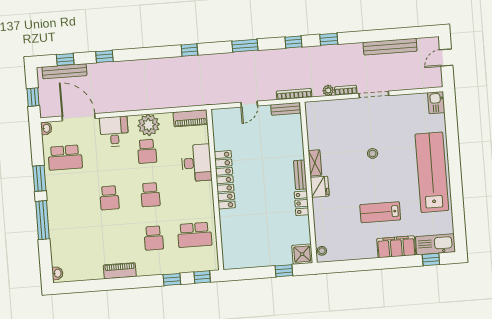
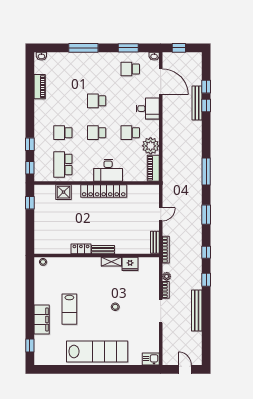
bench: (390, 47) -> (197, 311), moved
window: (189, 50) -> (206, 172), width x2.17
window: (65, 59) -> (206, 87), moved
bench: (64, 71) -> (197, 103), moved
door: (249, 104) -> (161, 214), swing flipped
door: (79, 117) -> (161, 82), hinge flipped
plant: (149, 125) -> (151, 146), moved
school desk: (65, 158) -> (130, 69), width x0.54
desk: (196, 163) -> (108, 170), moved
window: (39, 178) -> (128, 48), moved
fridge: (320, 187) -> (130, 264), moved
lab bench: (380, 212) -> (69, 309), turned 180
kitchen sink: (435, 244) -> (41, 350), removed
shower: (302, 254) -> (63, 192), moved
piano: (120, 271) -> (40, 87), moved
window: (284, 271) -> (30, 203), moved

